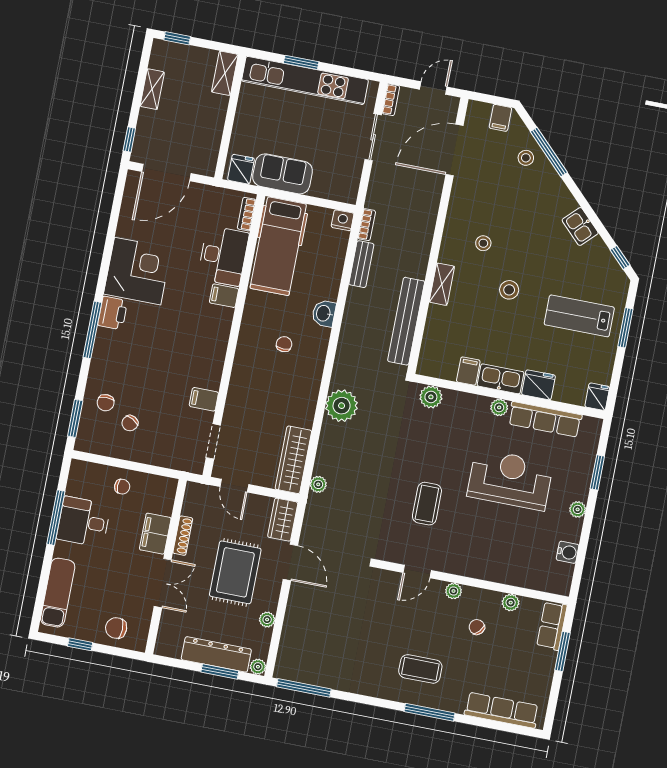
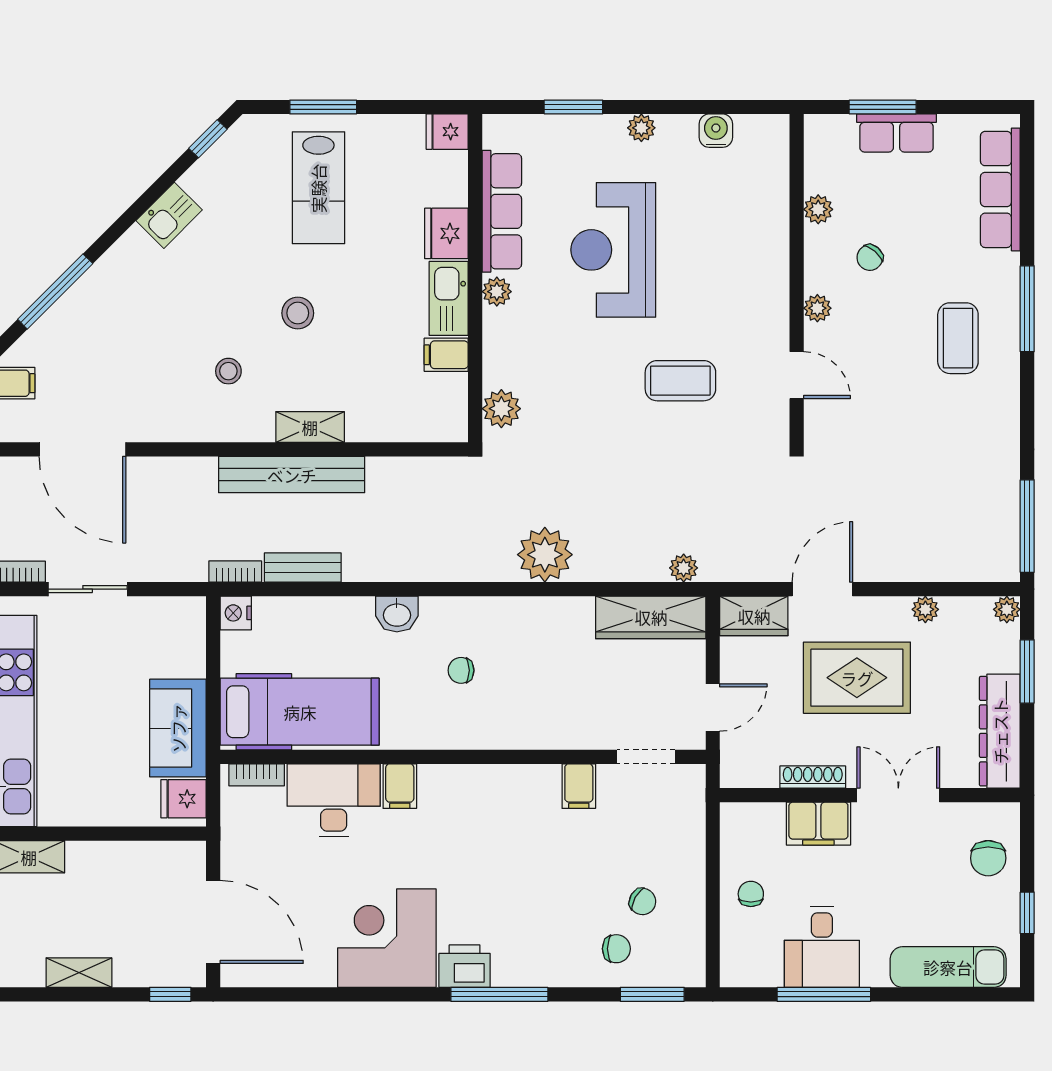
stool: (526, 158) -> (72, 328), removed
bench: (406, 321) -> (292, 475), moved
row of seats: (552, 626) -> (897, 133), moved
dresser: (216, 654) -> (1000, 731), moved

